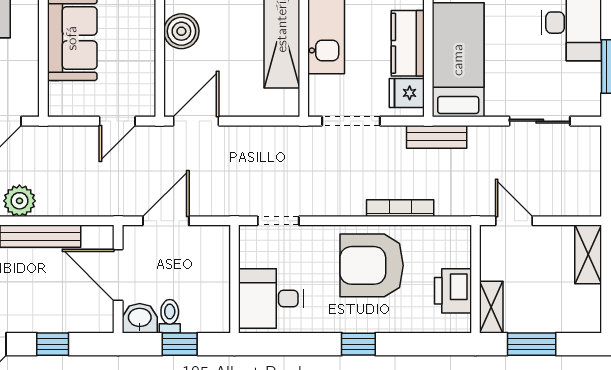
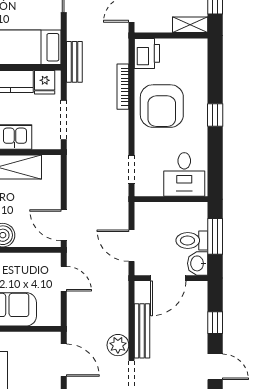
printer: (453, 291) -> (147, 53), moved, turned -90
toilet: (170, 316) -> (192, 240), width x1.37, depth x1.39
window: (180, 344) -> (215, 236), width x1.50

